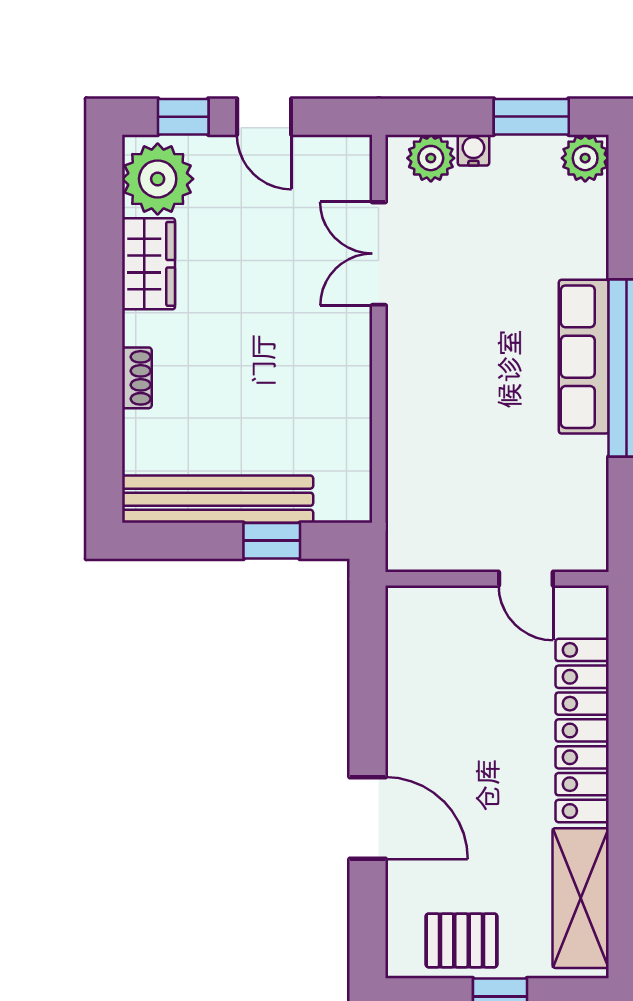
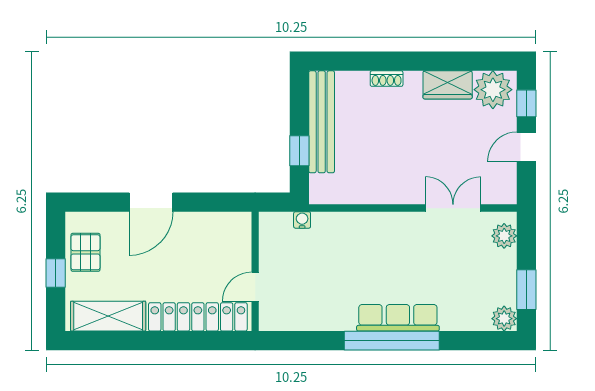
water cooler: (473, 150) -> (302, 220), moved, turned -90
wall: (497, 579) -> (255, 271), moved
door: (526, 579) -> (255, 287), moved

